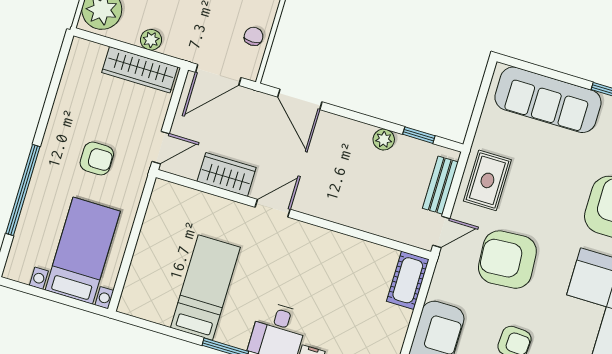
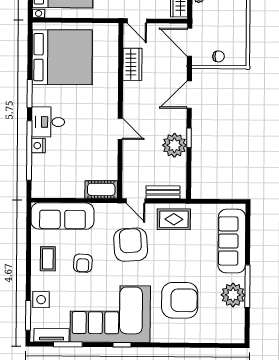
window: (419, 135) -> (189, 138), moved
plant: (384, 140) -> (174, 145), width x1.87, depth x1.87
door: (273, 208) -> (120, 129), moved
bed: (205, 288) -> (62, 57), width x2.04

